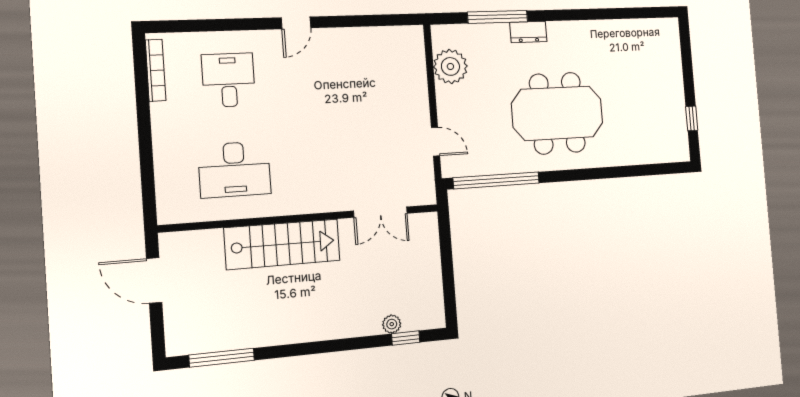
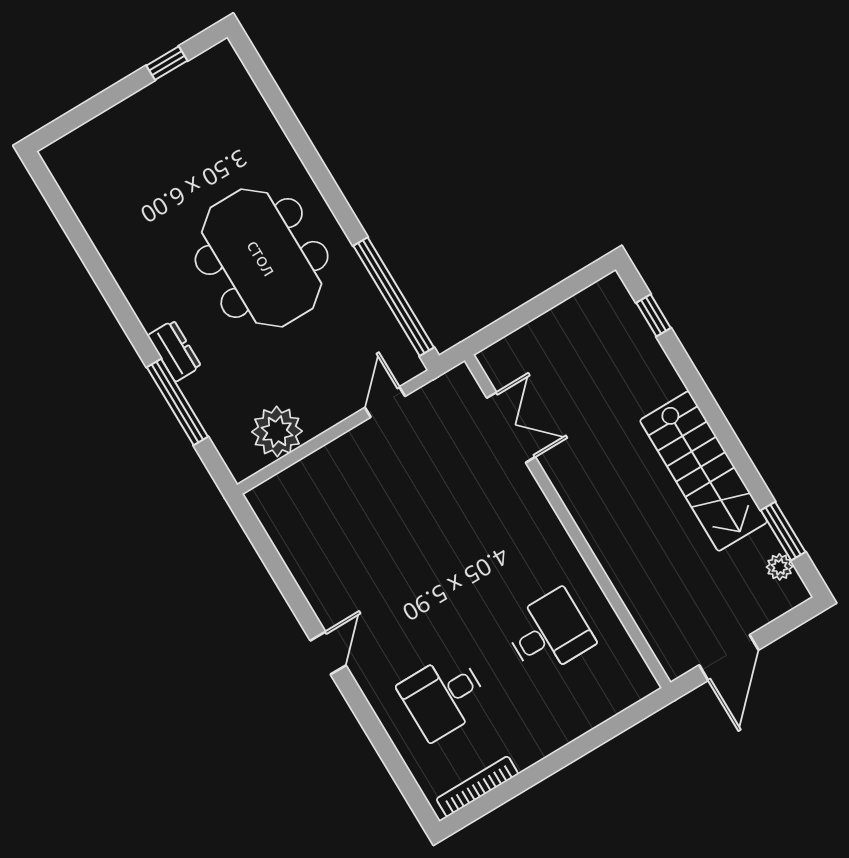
door: (296, 23) -> (328, 653), hinge flipped
desk: (235, 169) -> (549, 633), width x0.73
stairs: (282, 244) -> (704, 471), moved, turned 180
plant: (392, 324) -> (780, 567), moved
window: (222, 358) -> (783, 531), width x0.69

